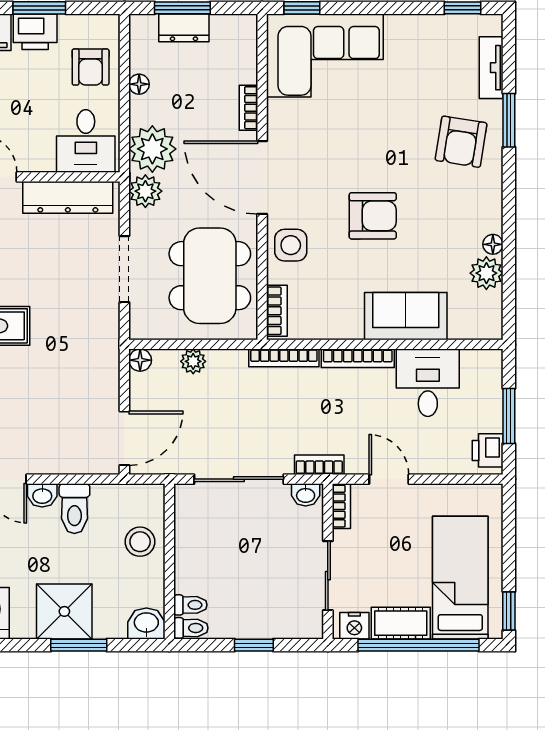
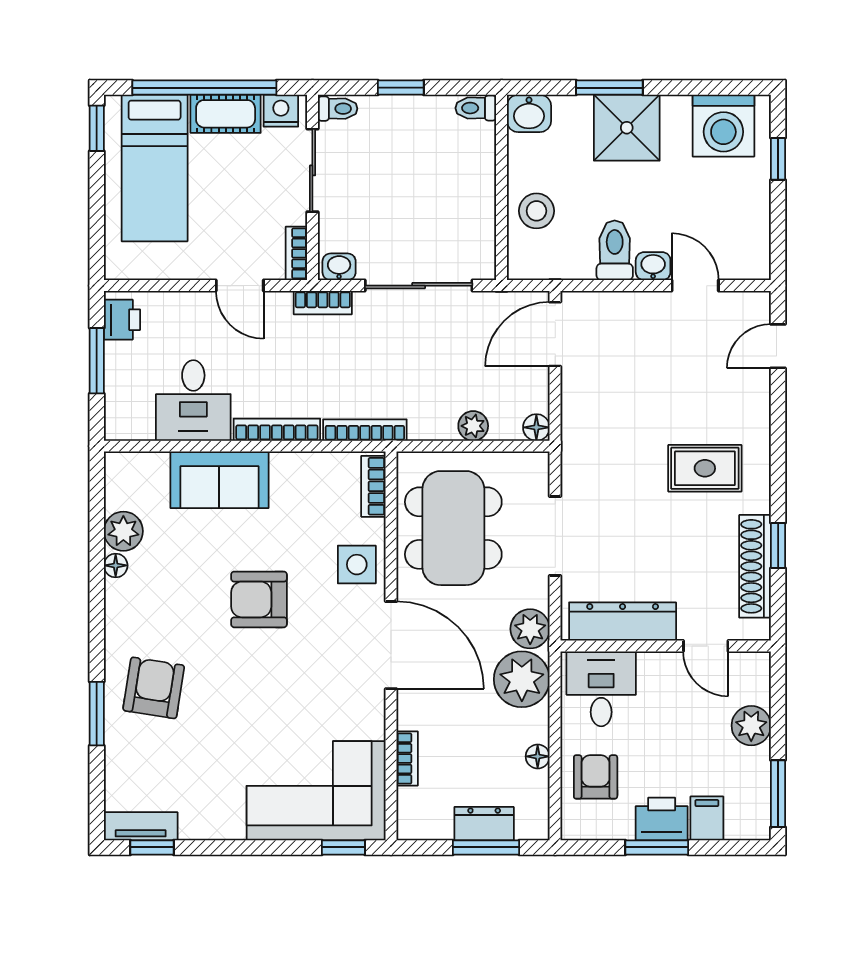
tv unit: (491, 68) -> (141, 826), moved, turned -90
bookcase: (248, 108) -> (407, 759), moved
toilet: (190, 605) -> (338, 109), moved, turned 180

